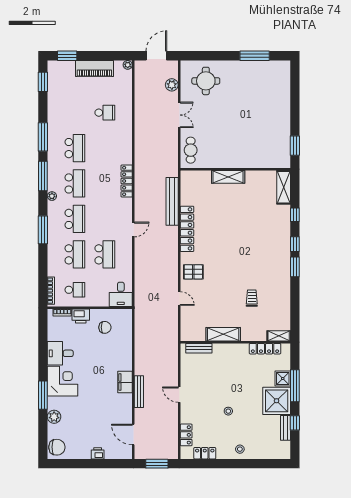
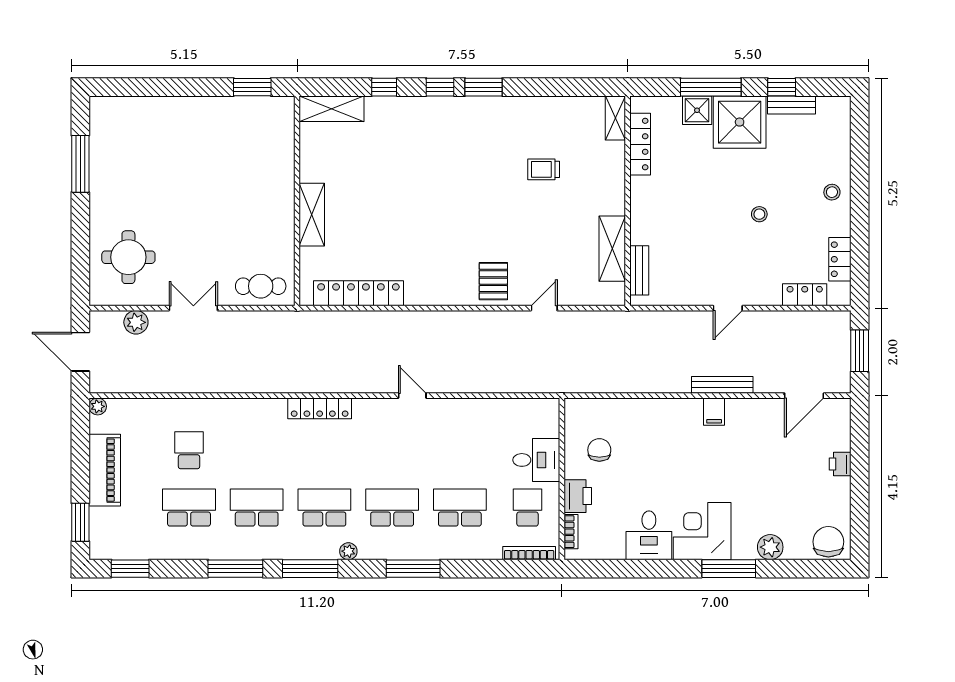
bench: (172, 201) -> (359, 322), removed
locker: (187, 229) -> (358, 293), moved
school desk: (105, 254) -> (189, 508), moved
desk: (121, 294) -> (536, 460), moved
shelving: (223, 334) -> (612, 249), moved
filing cabinet: (125, 382) -> (714, 412), width x0.50

